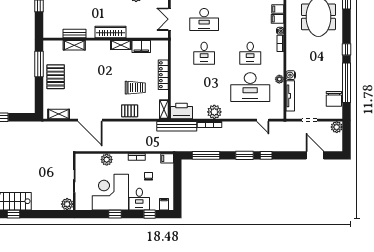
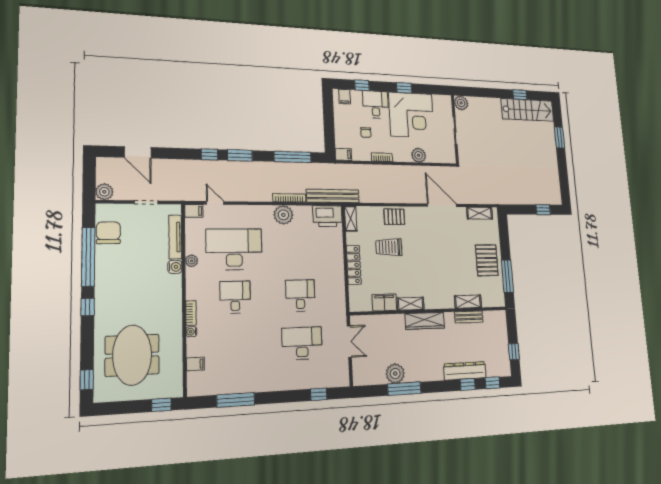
filing cabinet: (278, 19) -> (194, 211), moved

